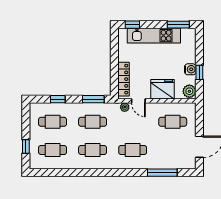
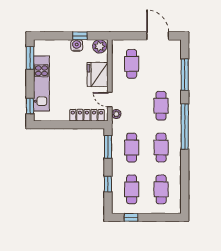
door: (138, 101) -> (110, 100), swing flipped
window: (26, 147) -> (131, 217), moved
window: (113, 173) -> (185, 127), added

